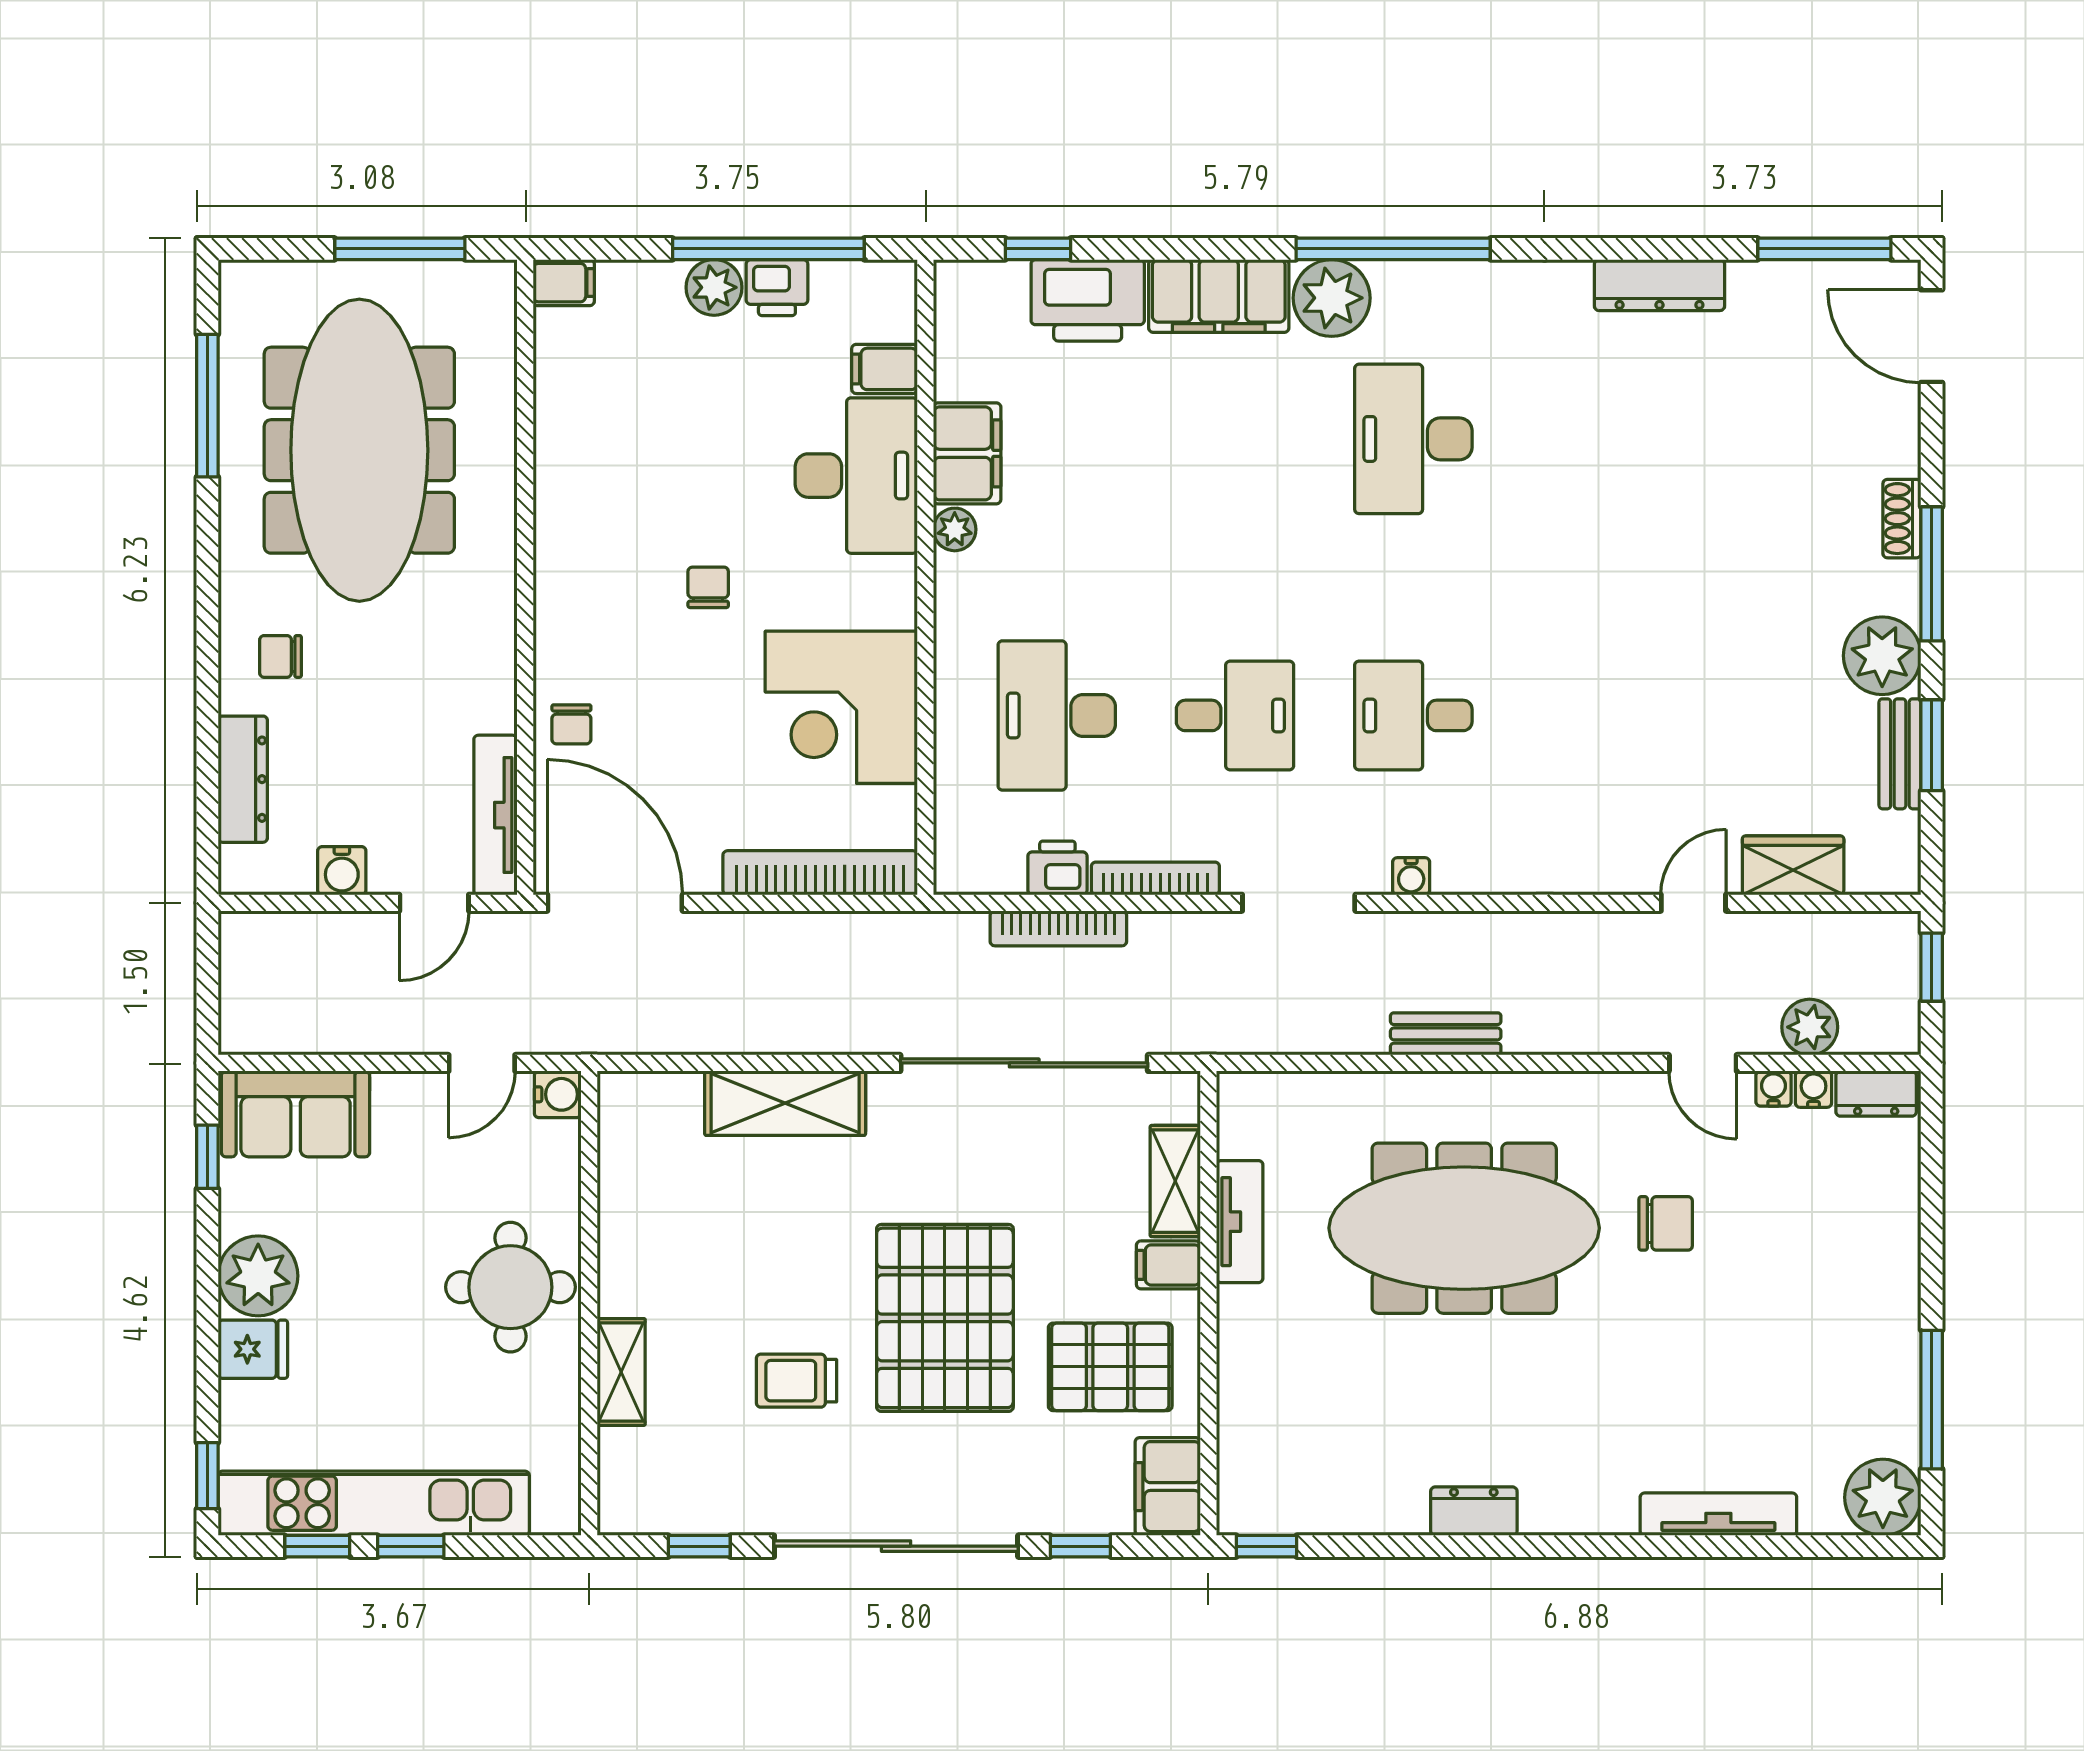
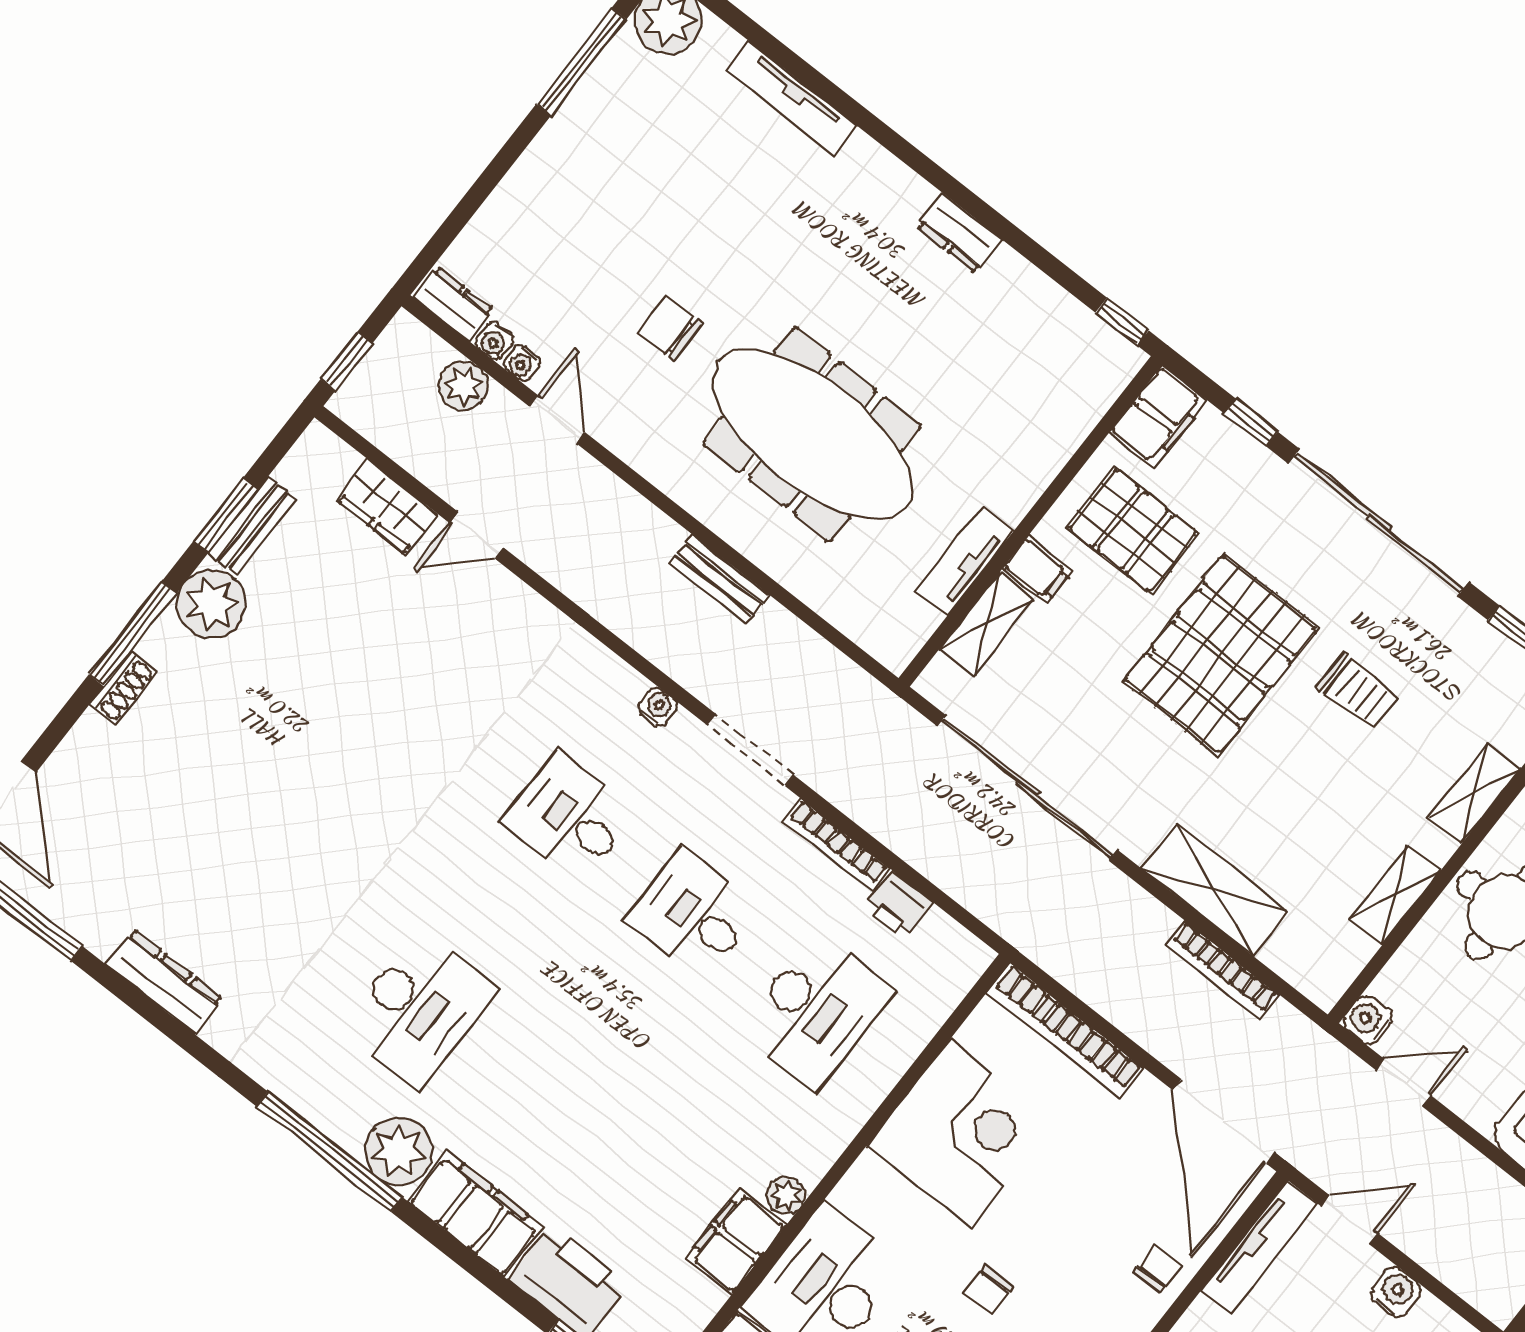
desk: (1413, 715) -> (569, 817), turned 180
bookcase: (1058, 928) -> (1223, 970), moved, turned 180
shelving: (621, 1225) -> (1395, 895), added

